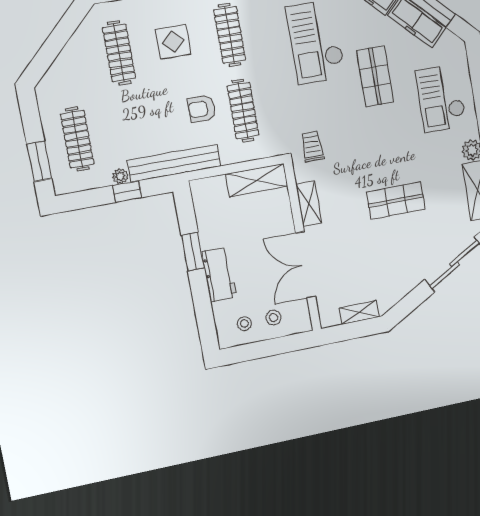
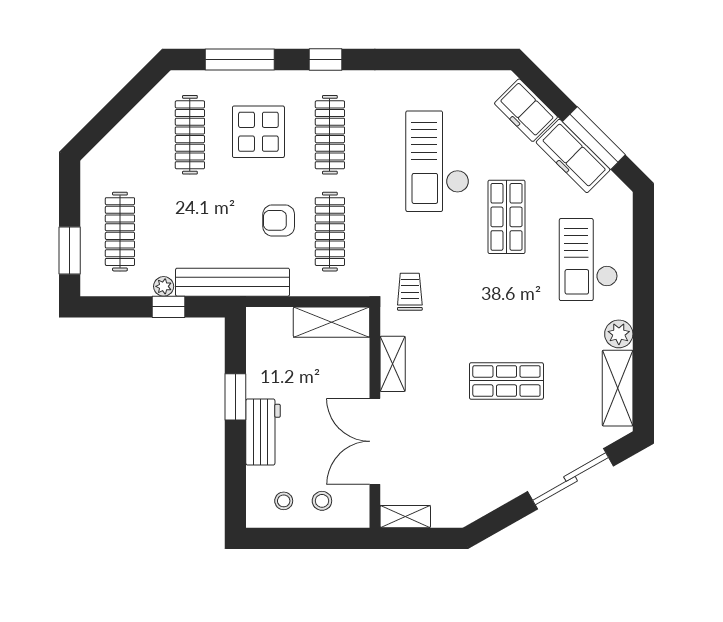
display table: (173, 42) -> (258, 132), width x1.36, depth x1.36
shelving: (359, 312) -> (405, 517), moved

